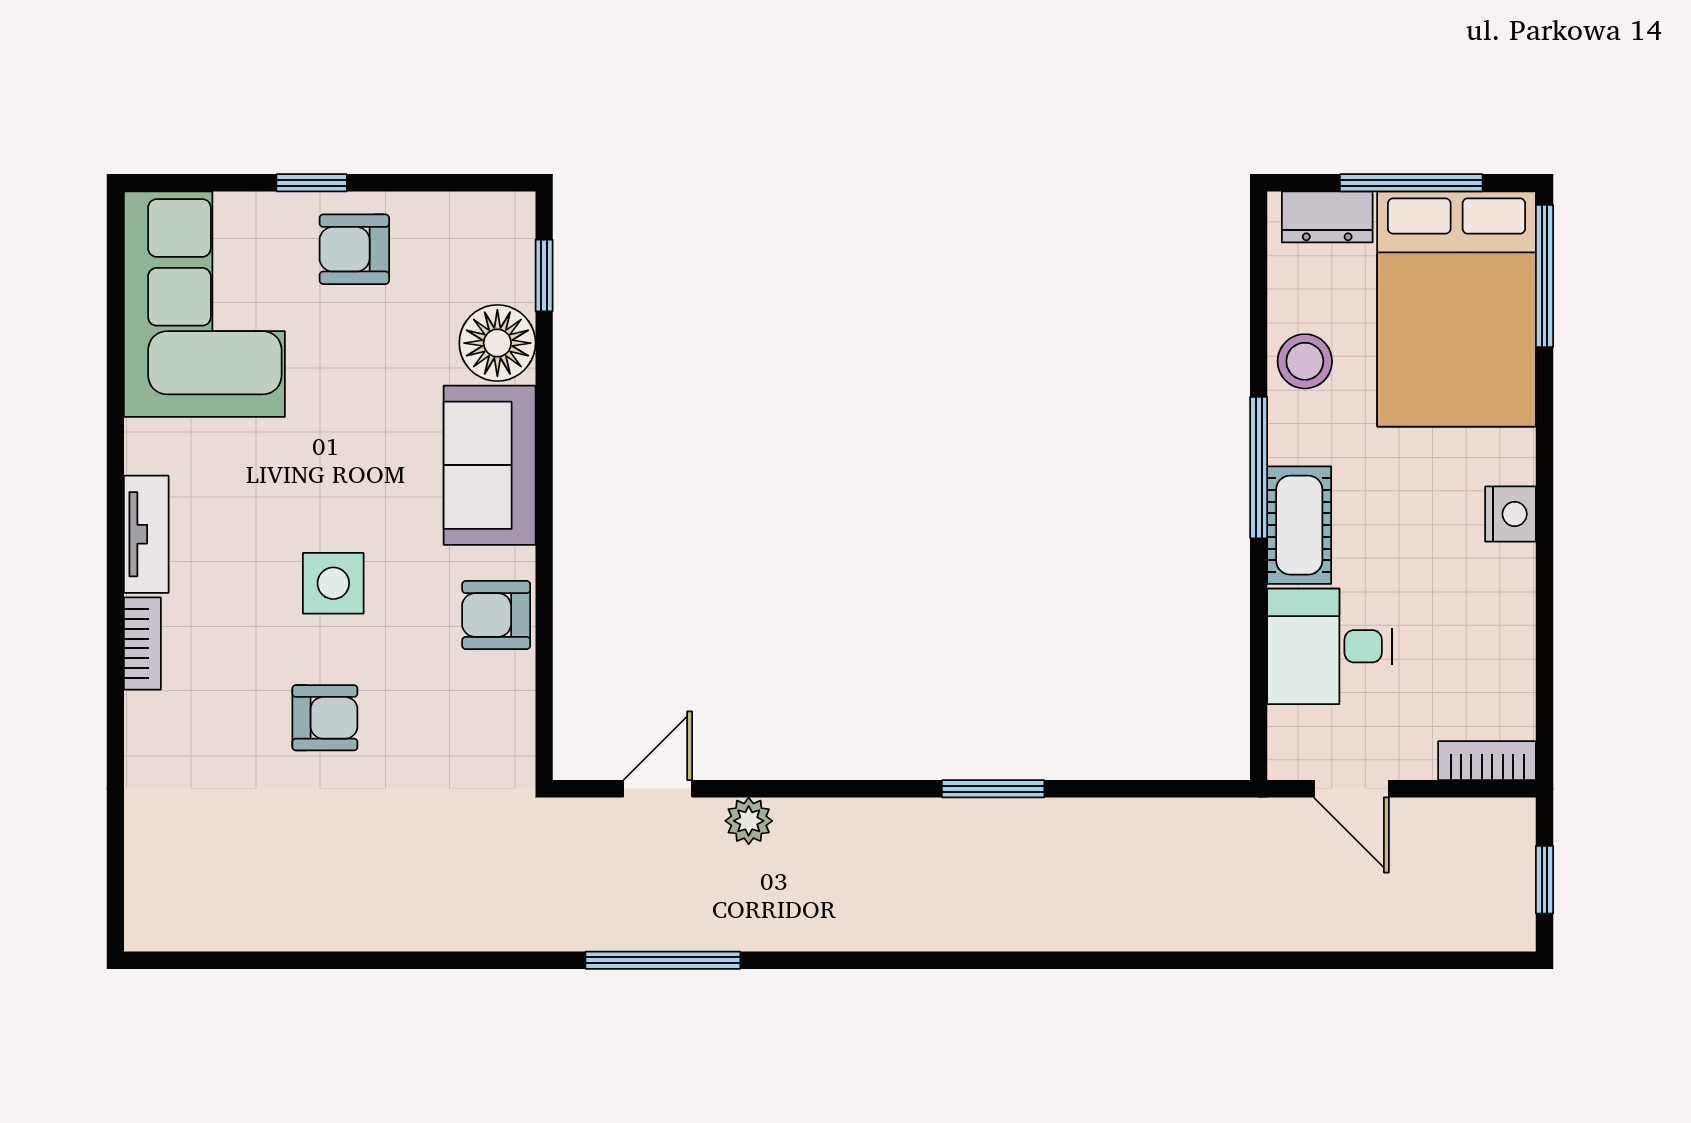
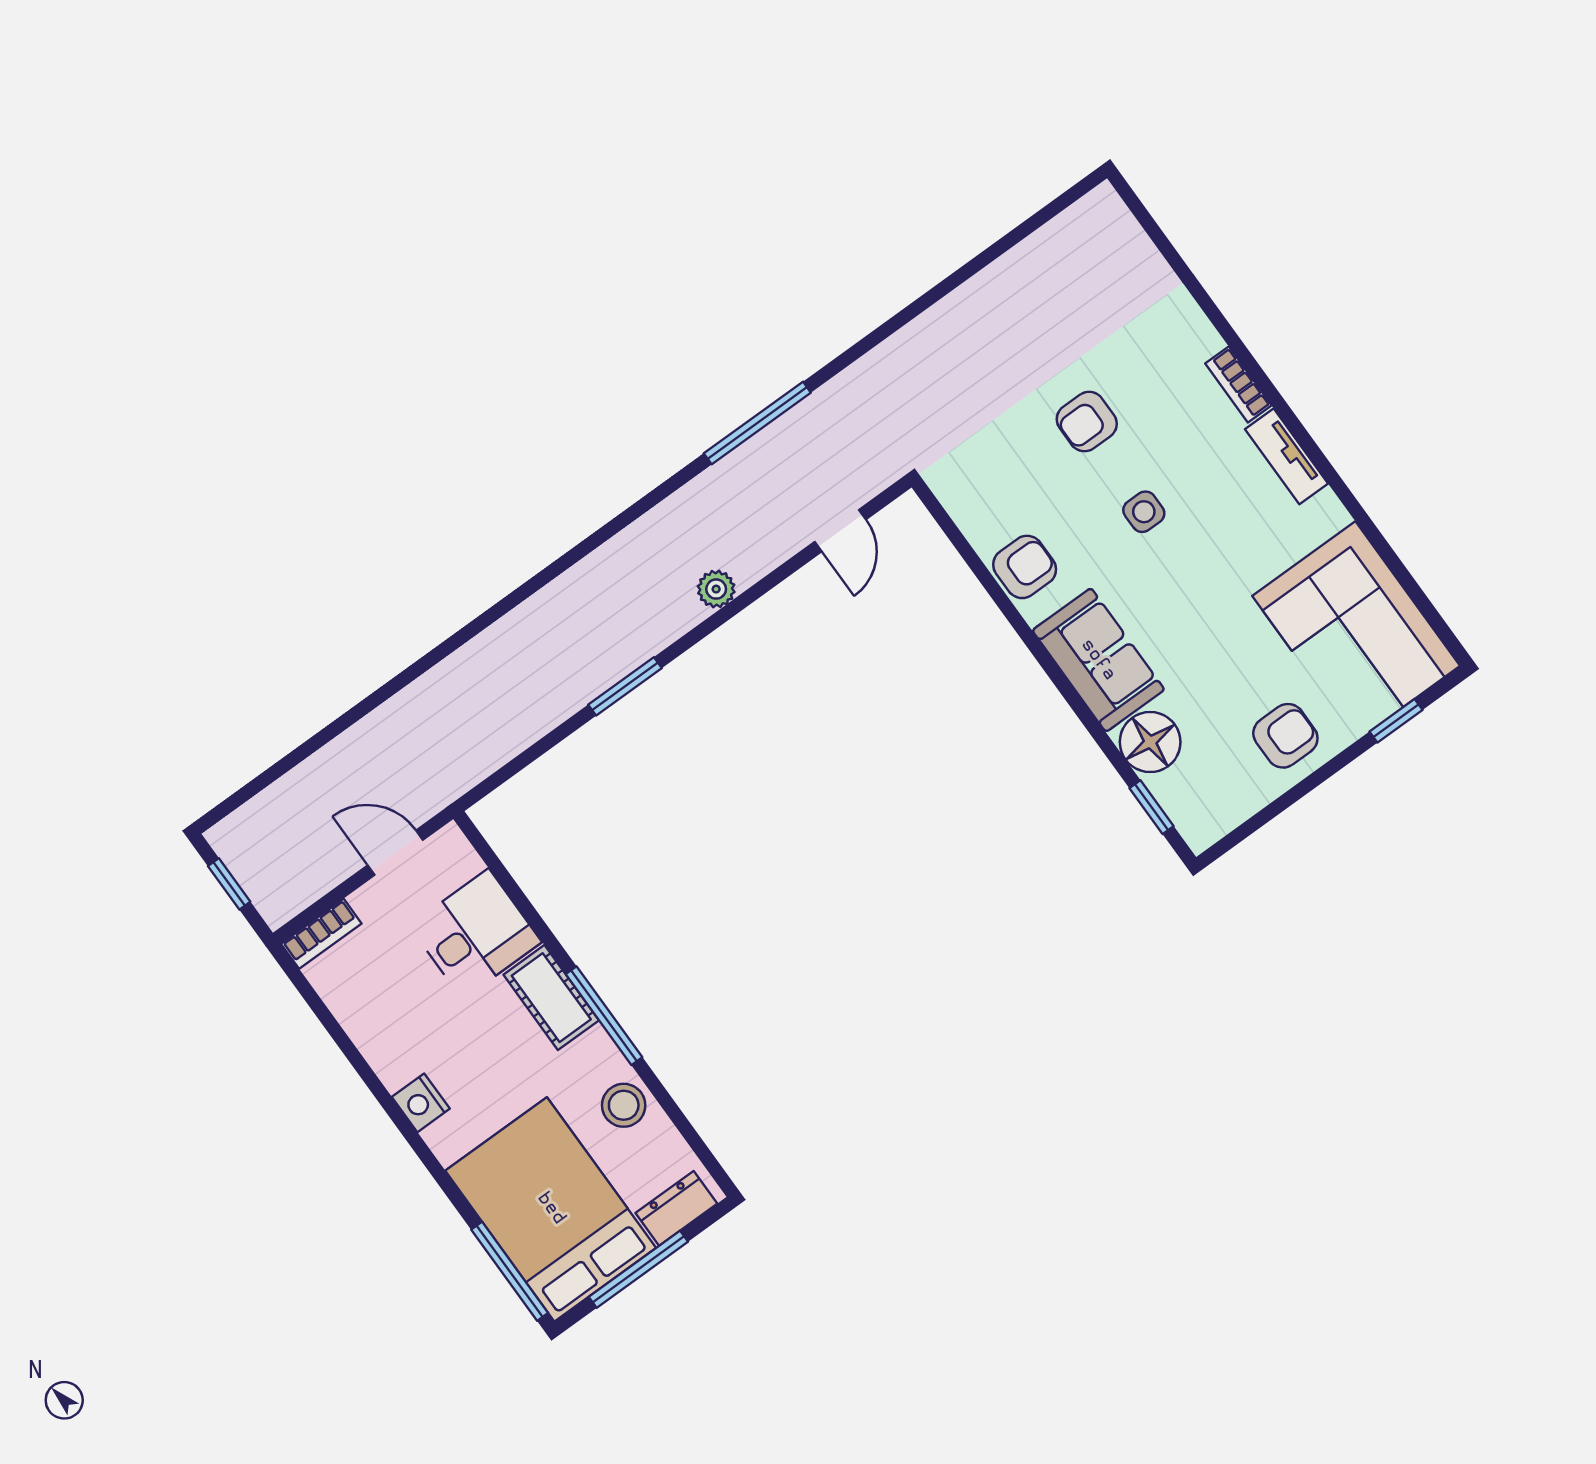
window: (312, 183) -> (1396, 721), moved
side table: (333, 583) -> (1144, 512), width x0.73, depth x0.73
plant: (749, 821) -> (716, 589), moved

